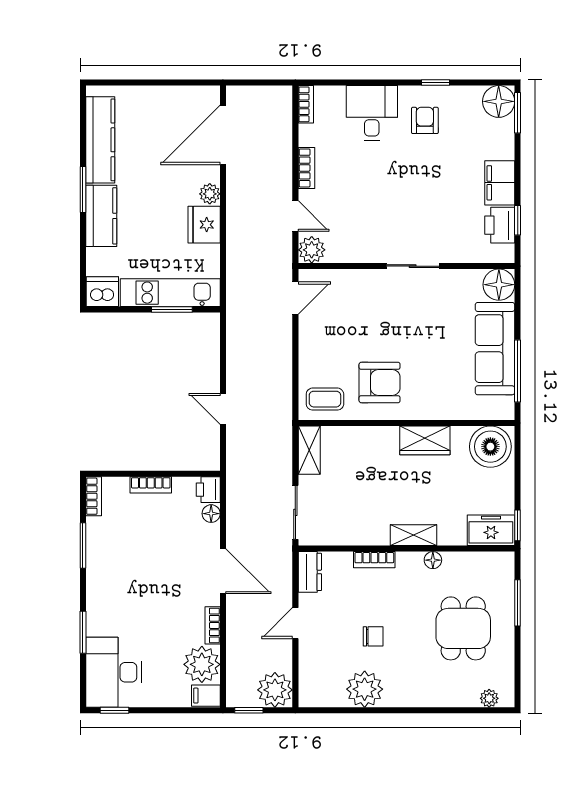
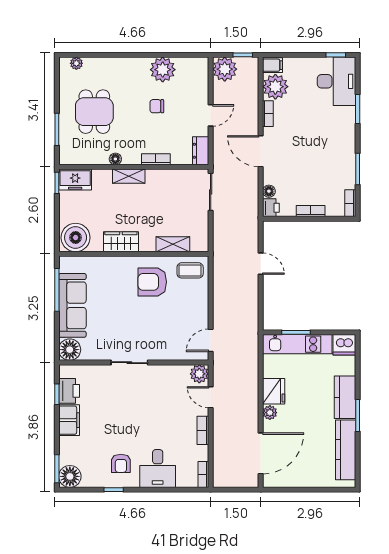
shelving: (309, 450) -> (173, 244), moved, turned 90

